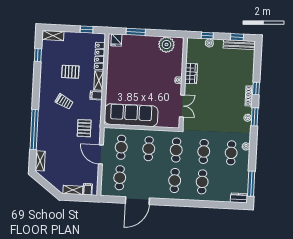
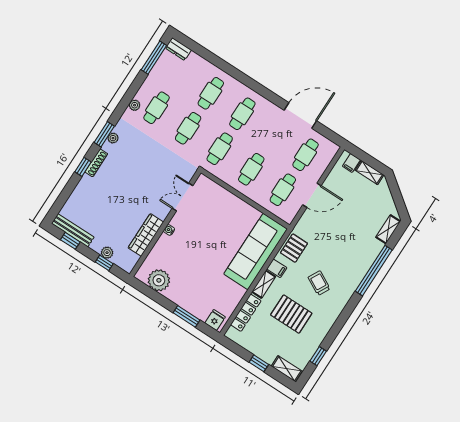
window: (87, 29) -> (259, 363), moved
pallet: (70, 72) -> (291, 314), width x1.50, depth x1.42
wardrobe: (191, 74) -> (146, 235), width x1.50
sofa: (131, 115) -> (256, 251), moved, turned 90
pallet: (84, 128) -> (294, 248), moved
door: (101, 155) -> (312, 195), hinge flipped

